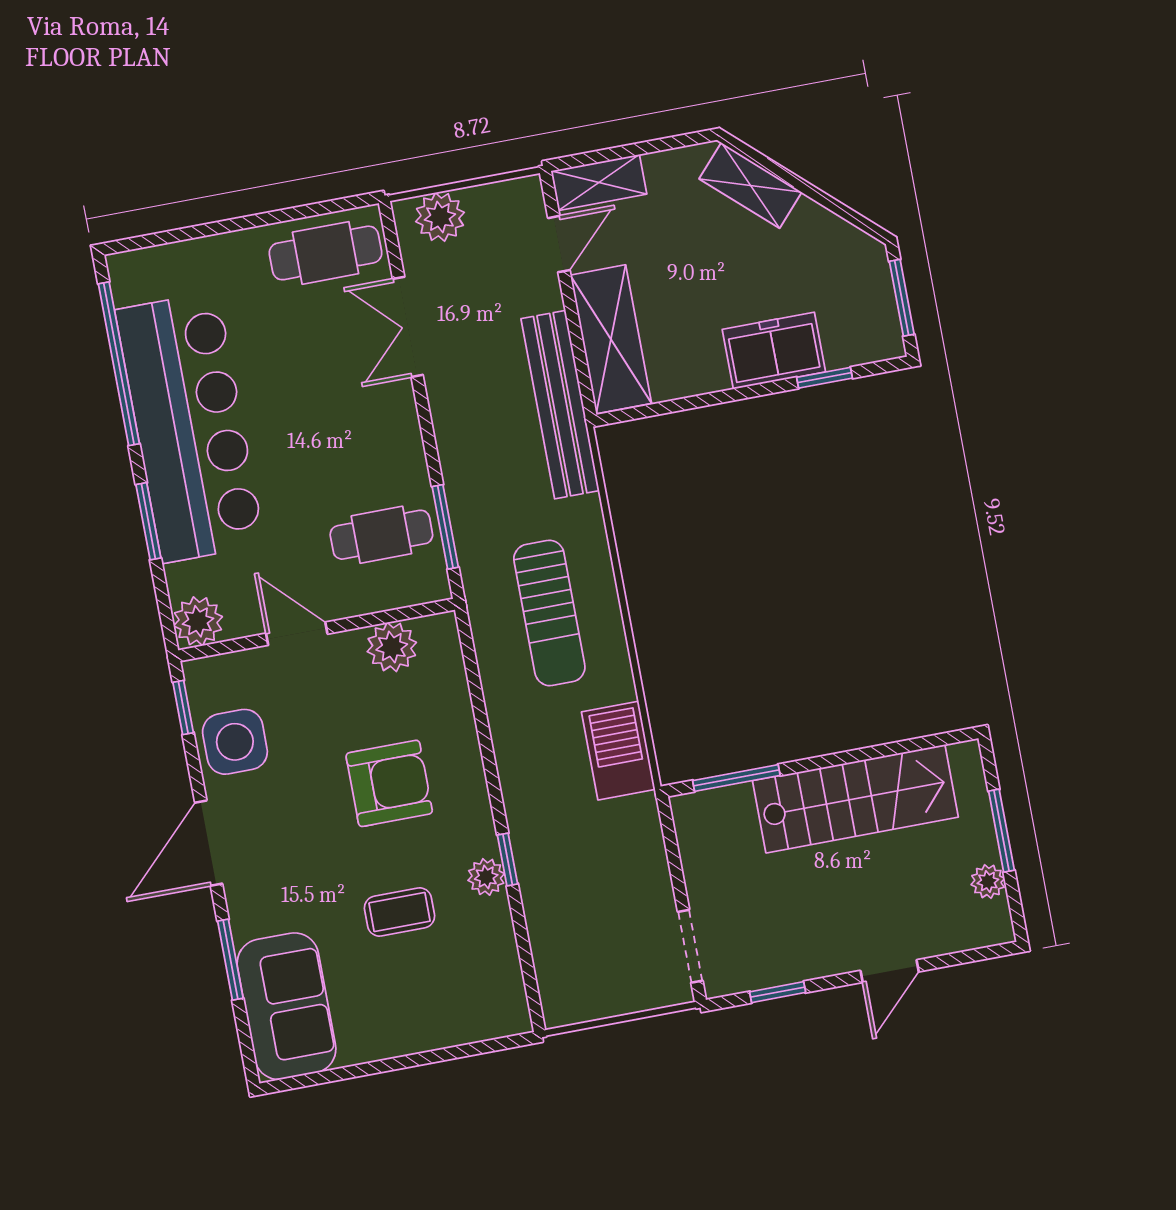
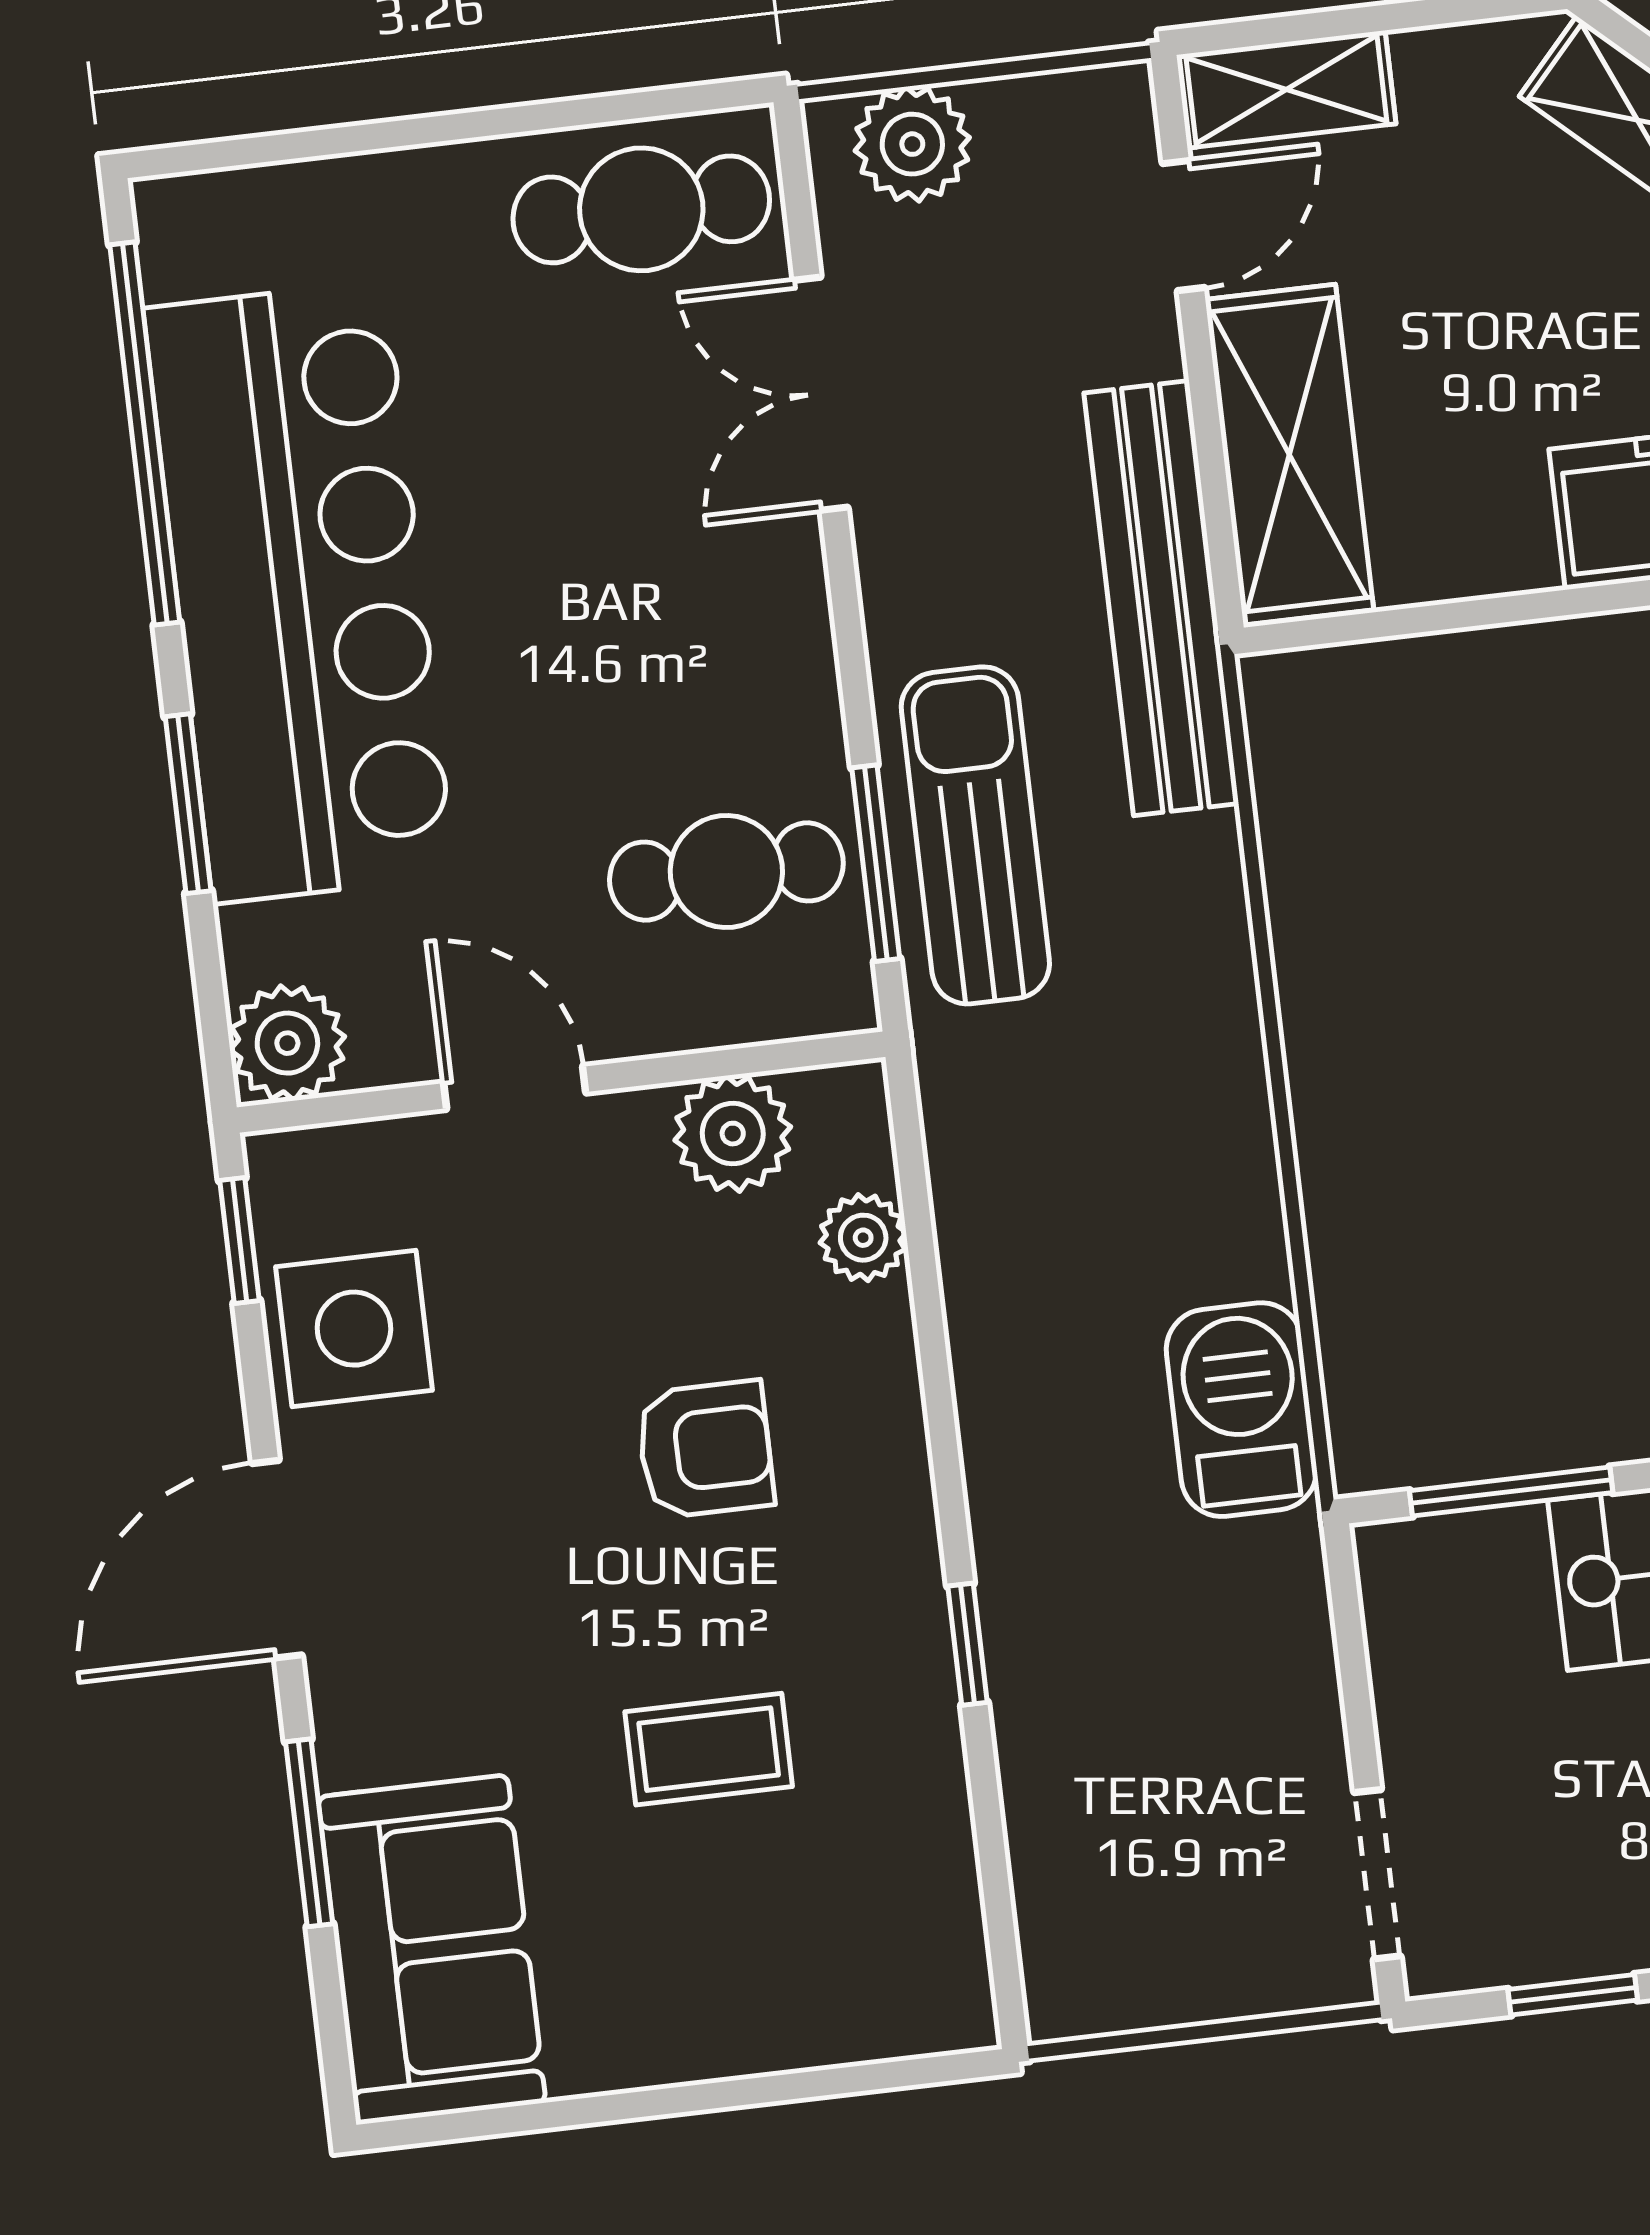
sun lounger: (549, 613) -> (975, 835), moved, turned 180
armchair: (389, 783) -> (705, 1449), width x0.72, depth x0.72
plant: (486, 877) -> (863, 1238), moved

